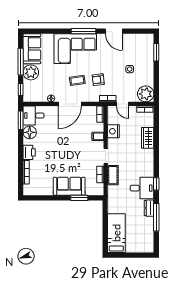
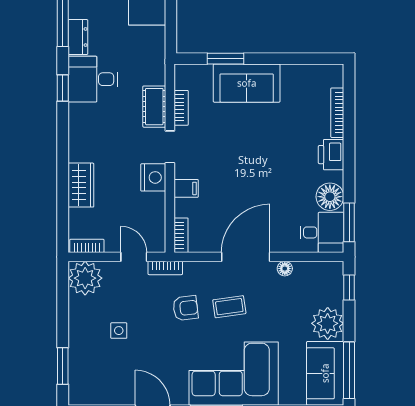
window: (21, 62) -> (349, 370), moved
nightstand: (113, 131) -> (153, 177), moved

